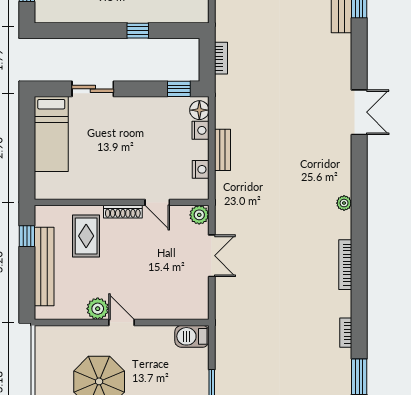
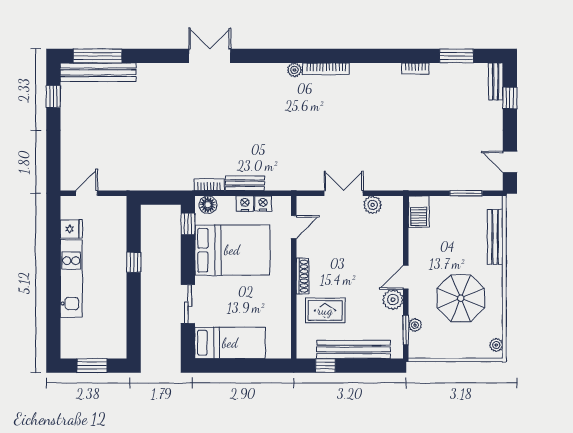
bookcase: (221, 58) -> (209, 185), moved
nightstand: (201, 130) -> (245, 204), moved
bed: (151, 136) -> (232, 250), added
door: (157, 202) -> (294, 227), moved
plant: (199, 215) -> (373, 205), moved
bookcase: (345, 265) -> (326, 69), moved
window: (65, 322) -> (406, 330), added
plant: (70, 332) -> (415, 325), added

